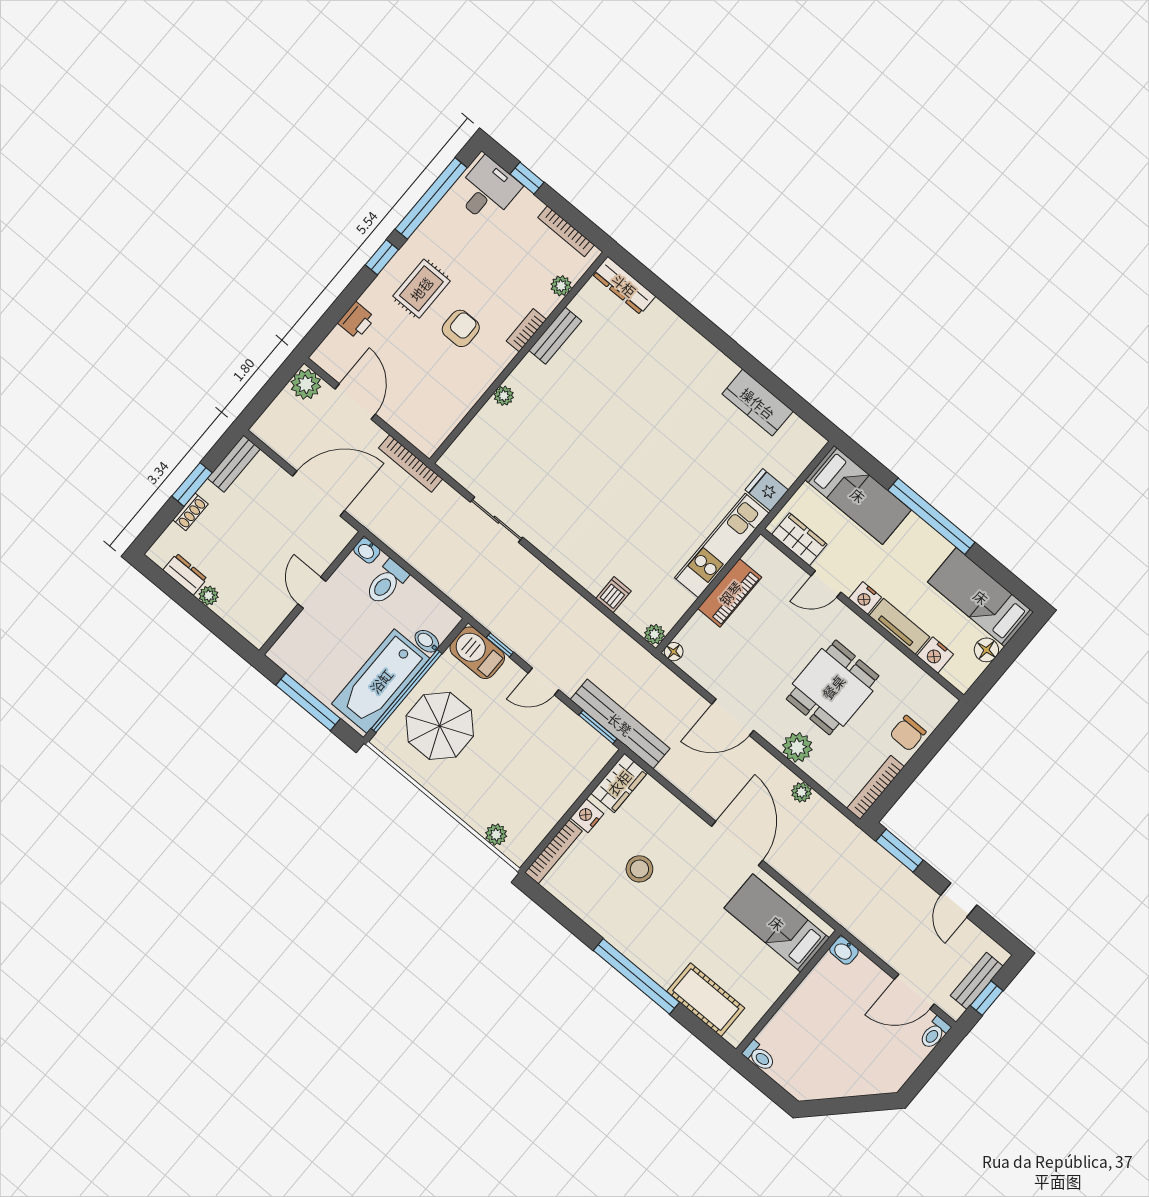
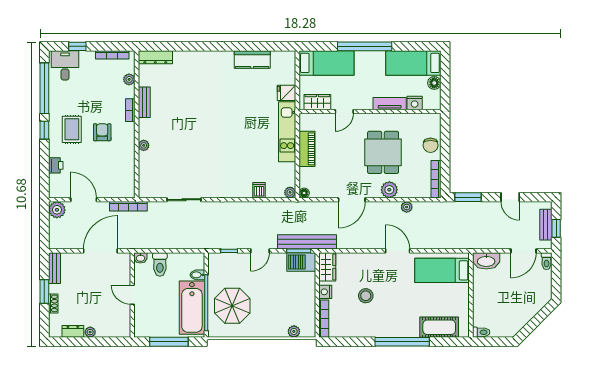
nightstand: (865, 598) -> (365, 104), removed
barbecue: (477, 653) -> (301, 262), moved
door: (737, 843) -> (398, 251), width x0.73
washbasin: (844, 950) -> (486, 261), width x1.91, depth x1.45

